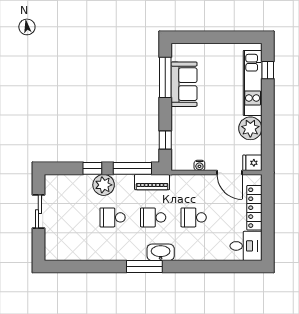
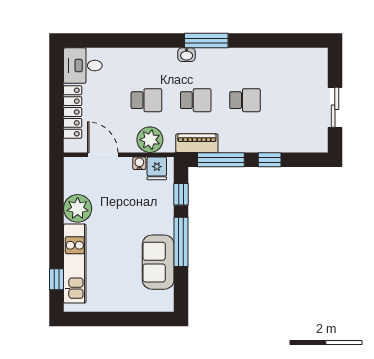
window: (165, 77) -> (181, 242), moved
fridge: (252, 163) -> (157, 168), moved, turned 90
plant: (104, 185) -> (150, 140), moved
washbasin: (161, 252) -> (187, 55), width x0.52, depth x0.69

